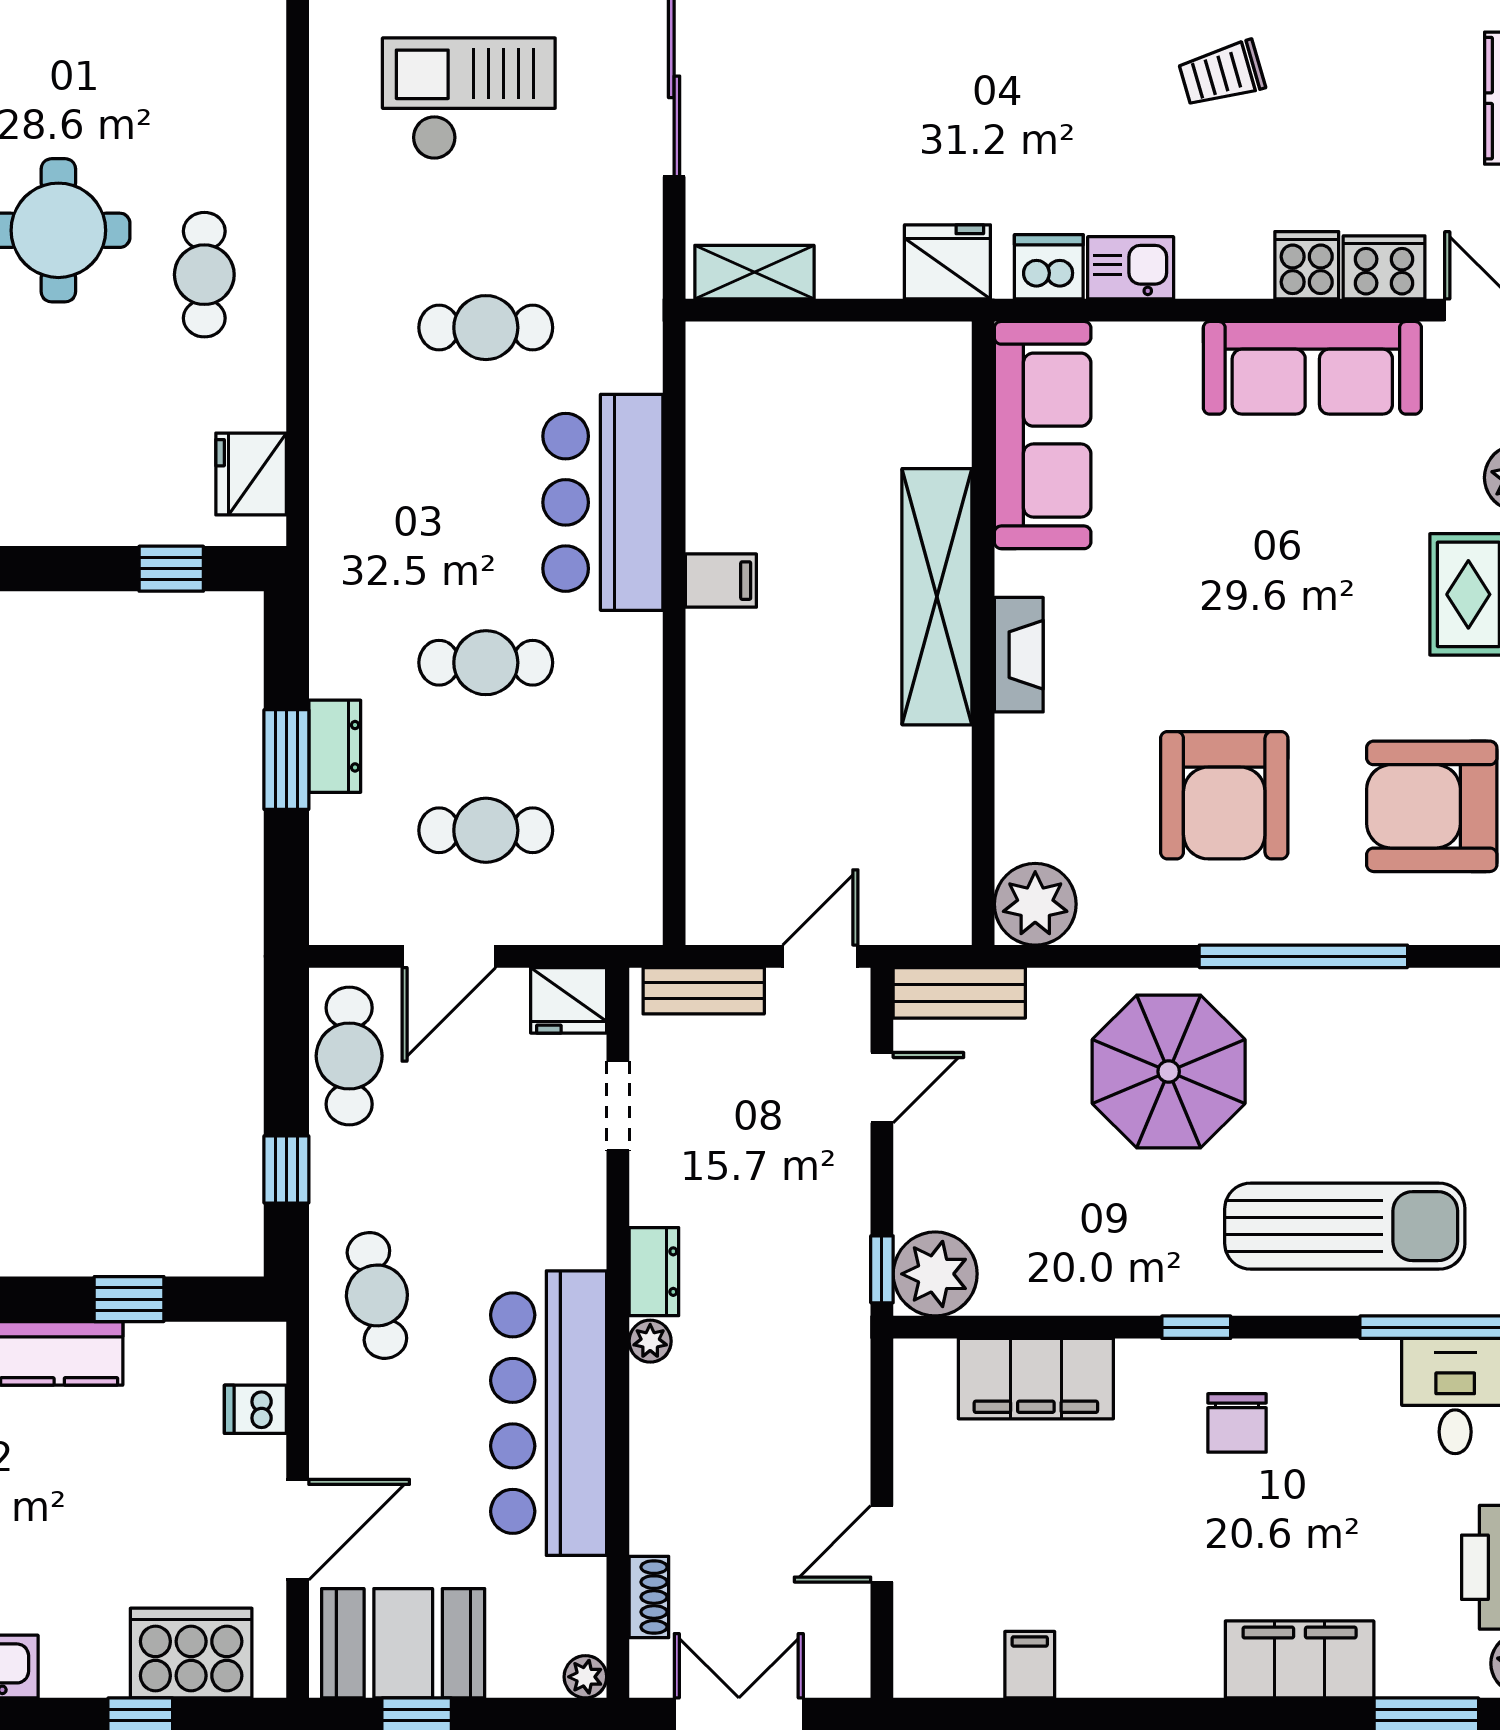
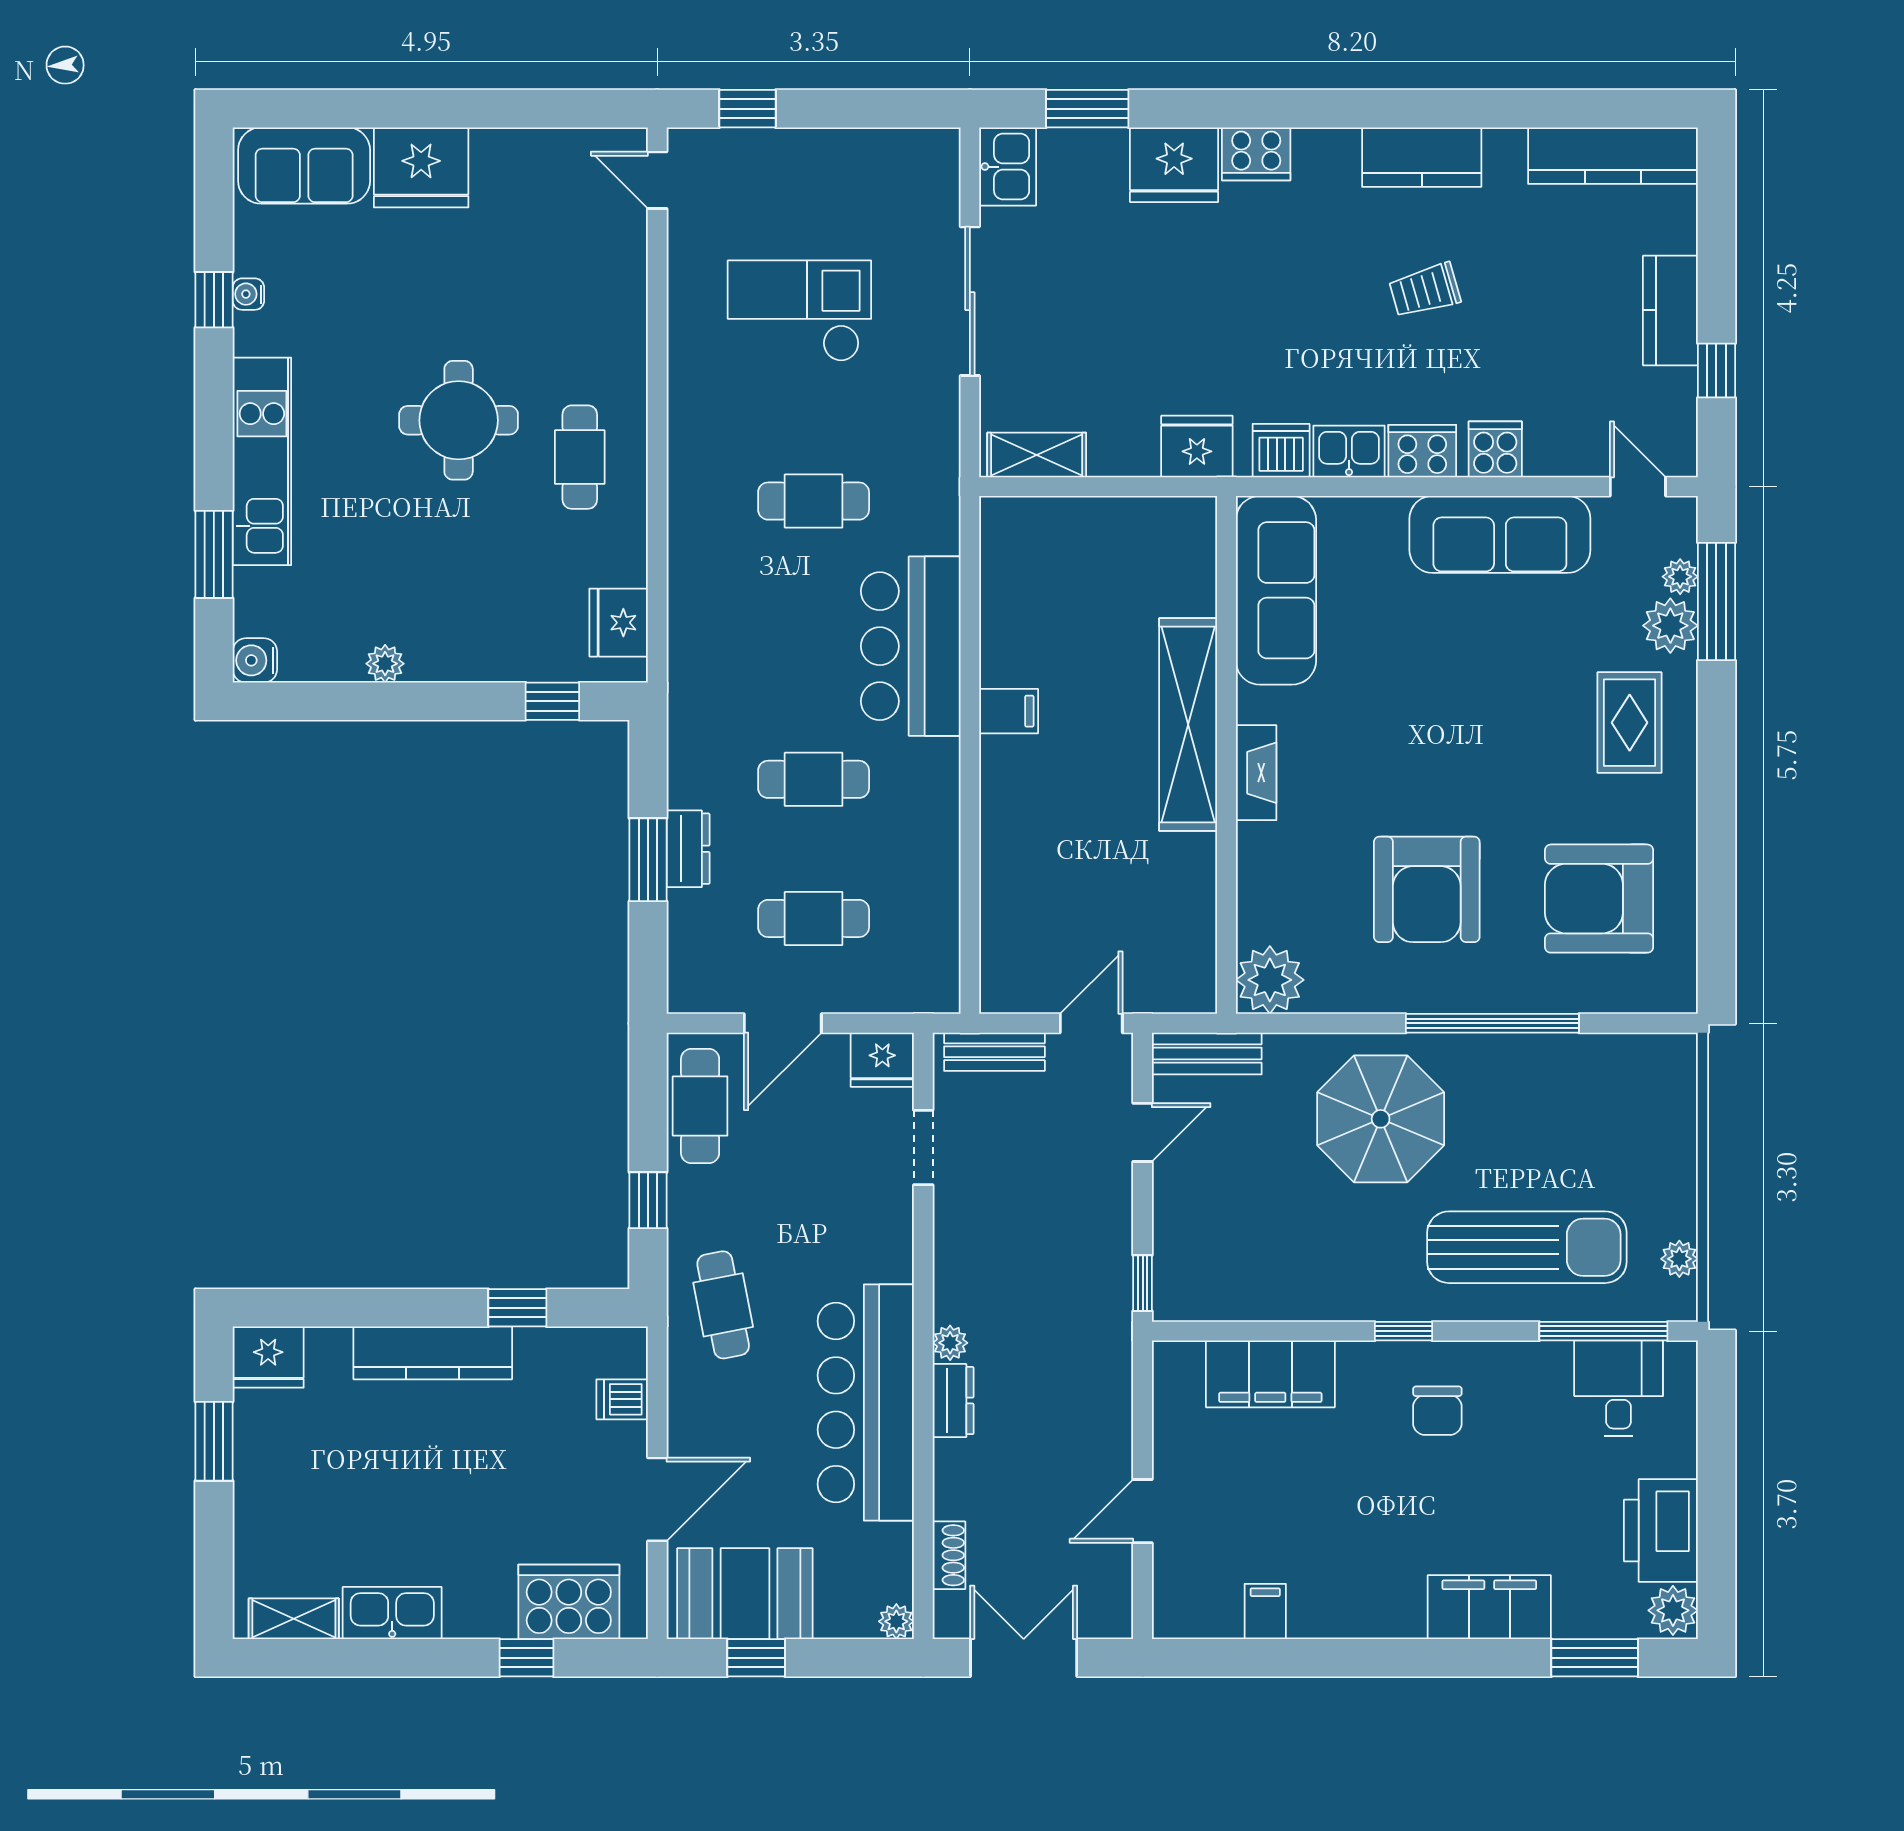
cooker: (1384, 267) -> (1422, 451), moved
dresser: (654, 1272) -> (953, 1401), moved
plant: (935, 1274) -> (1187, 1287), removed

